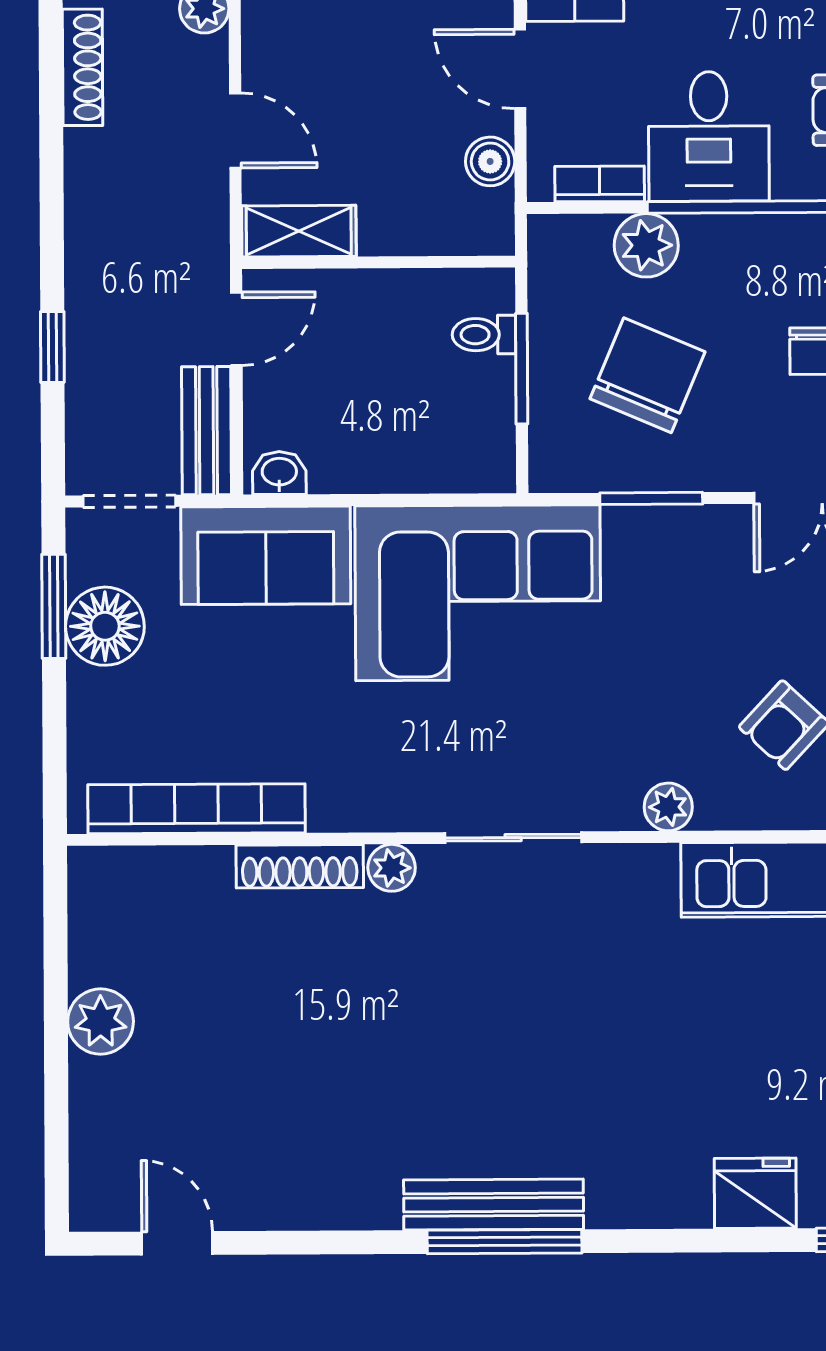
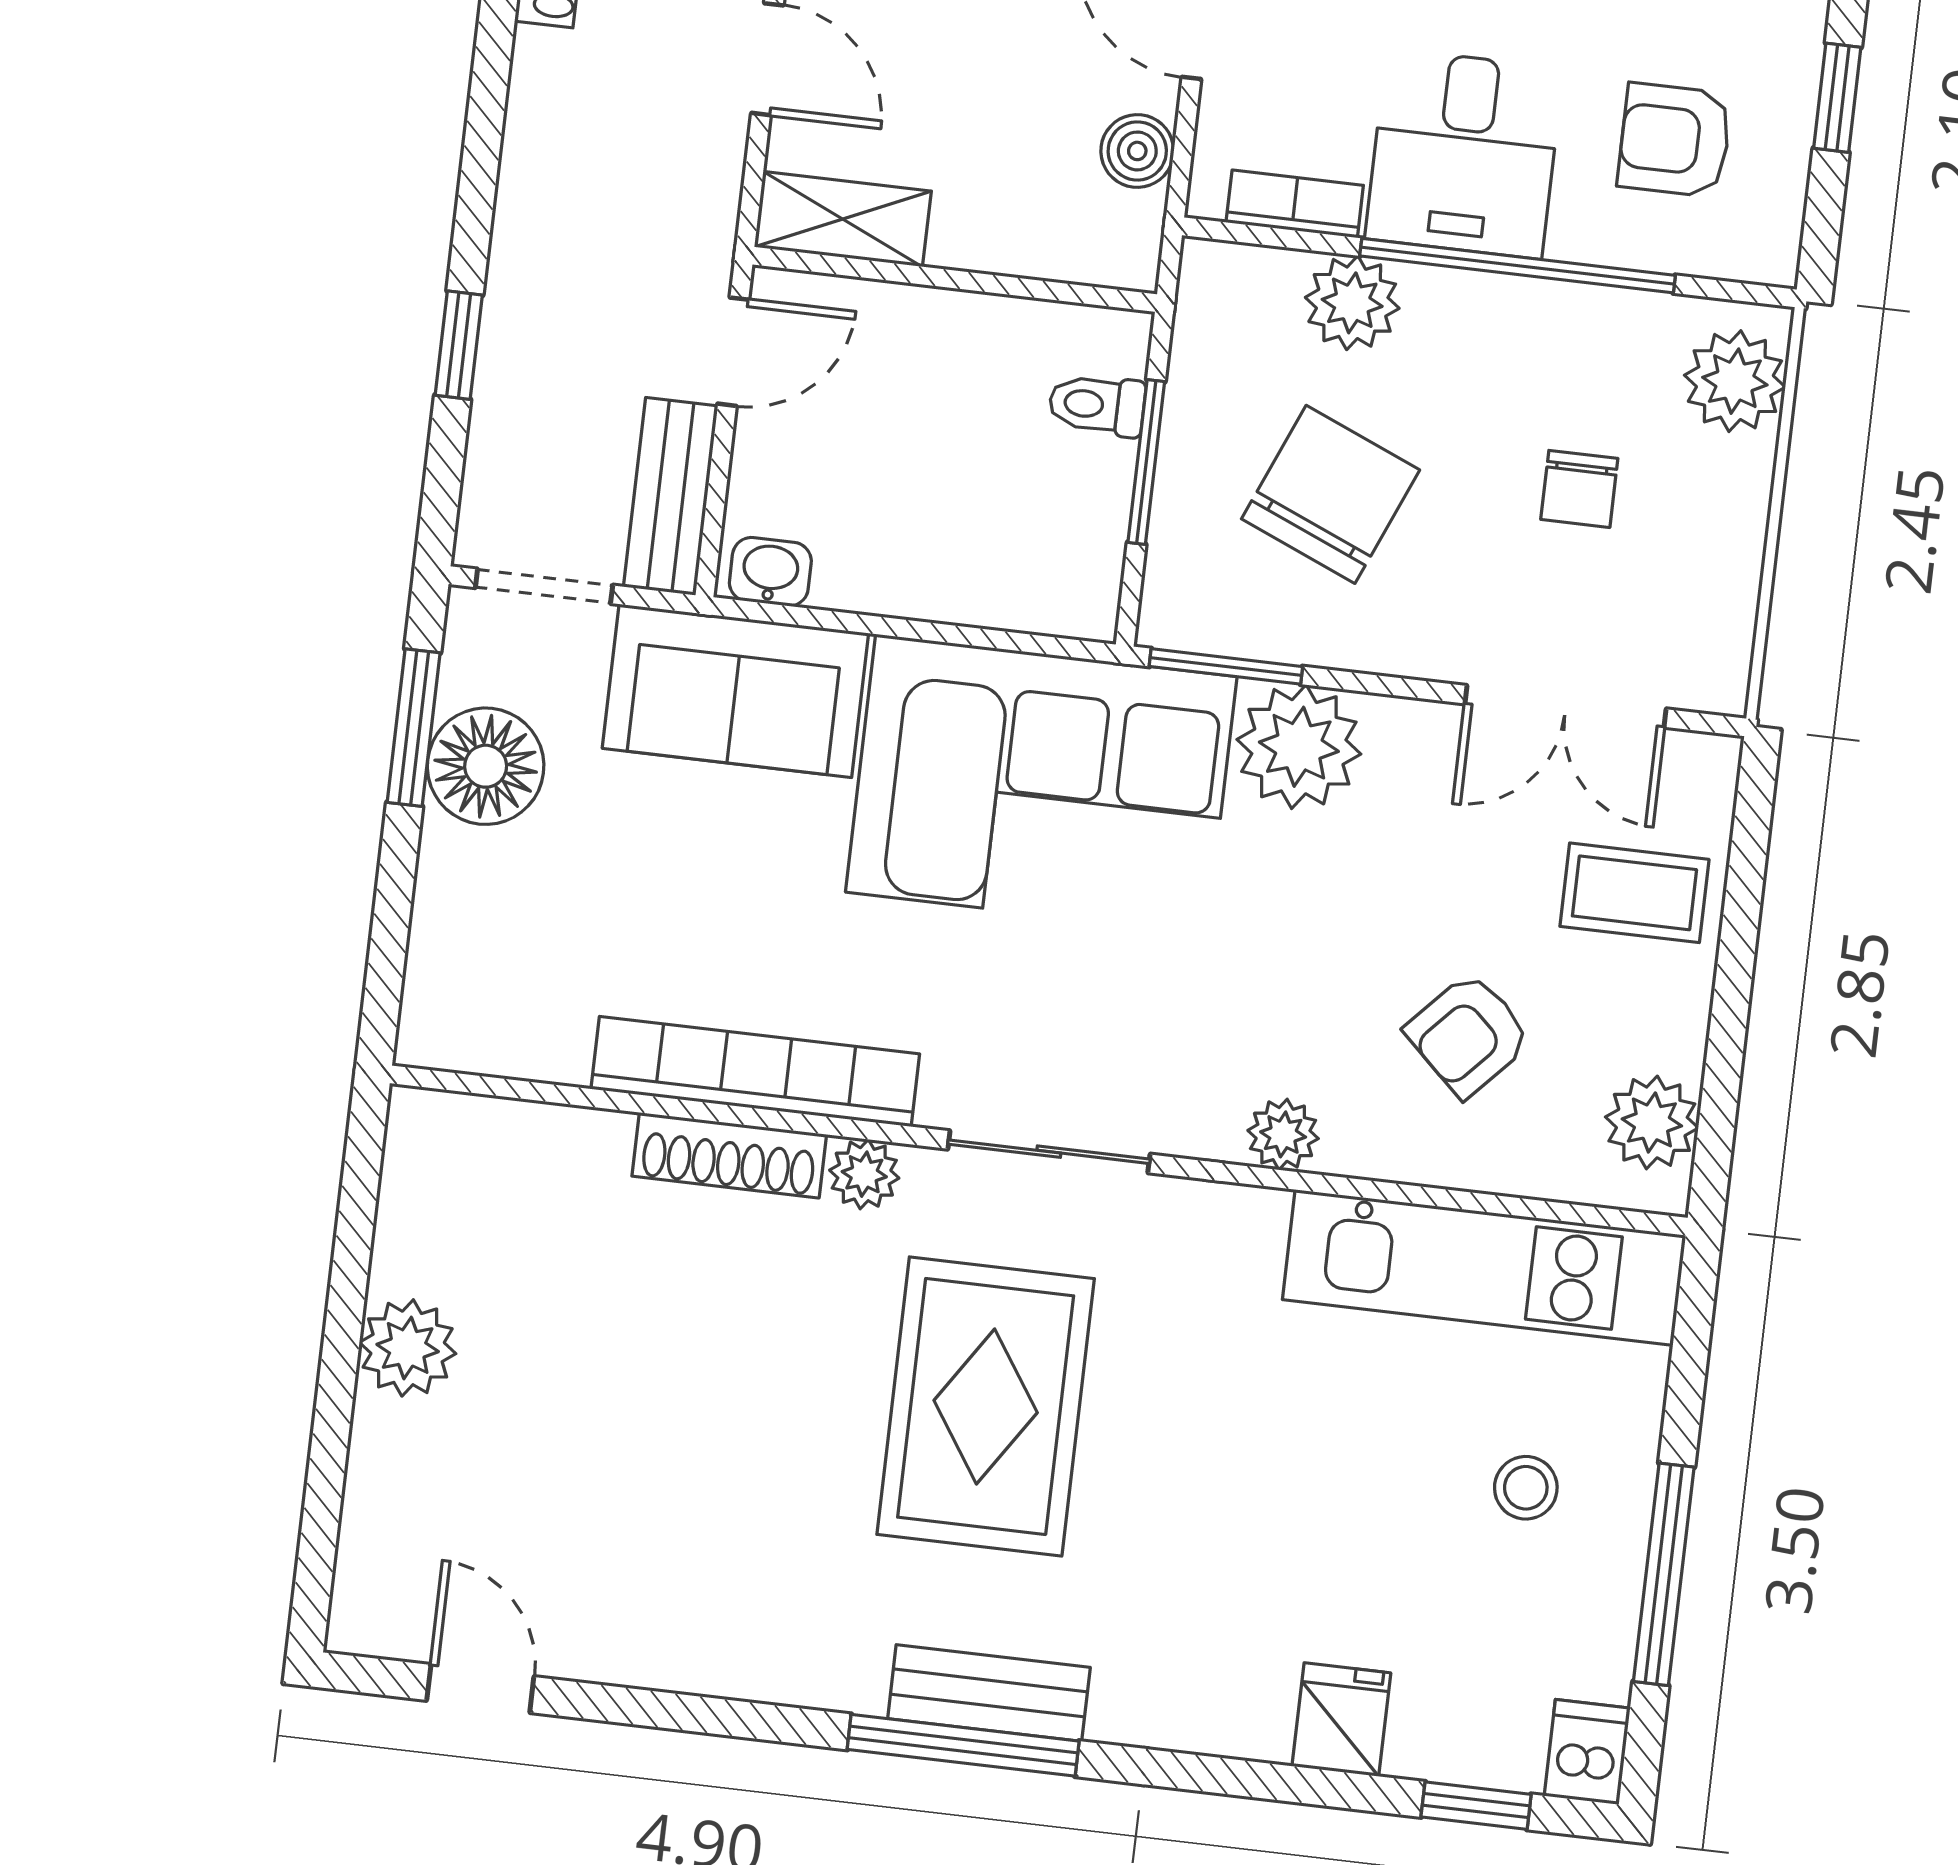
window: (651, 498) -> (1226, 666), moved
plant: (647, 546) -> (1299, 747), added
bookcase: (196, 809) -> (755, 1071), moved
rug: (492, 1013) -> (986, 1406), added
fridge: (755, 1193) -> (1341, 1720), width x0.72
bench: (494, 1205) -> (989, 1693), width x0.73

